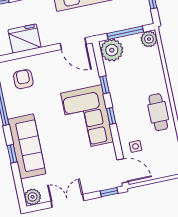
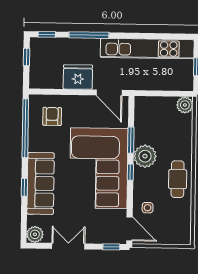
window: (125, 33) -> (163, 94), removed
fridge: (25, 39) -> (78, 77), moved
plant: (112, 50) -> (145, 156), moved
window: (105, 85) -> (131, 140), width x1.50
corner sofa: (87, 117) -> (99, 168), width x1.36, depth x1.36

